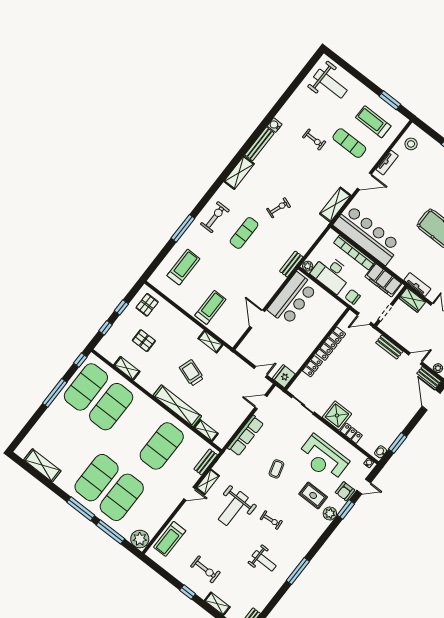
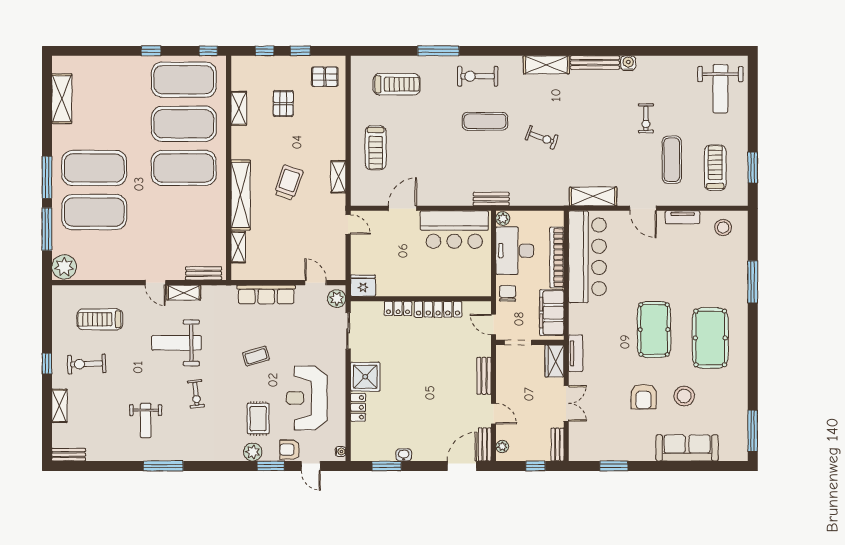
exercise bike: (215, 217) -> (478, 76), turned 180
treadmill: (210, 307) -> (376, 148), turned 90
door: (261, 372) -> (348, 224), moved
window: (55, 393) -> (151, 51), width x0.46
plant: (279, 397) -> (337, 299), added
exercise mat: (162, 446) -> (184, 168), moved
washbasin: (381, 452) -> (404, 455), moved
treadmill: (170, 539) -> (100, 319), moved
exercise bike: (205, 569) -> (87, 364), turned 88

